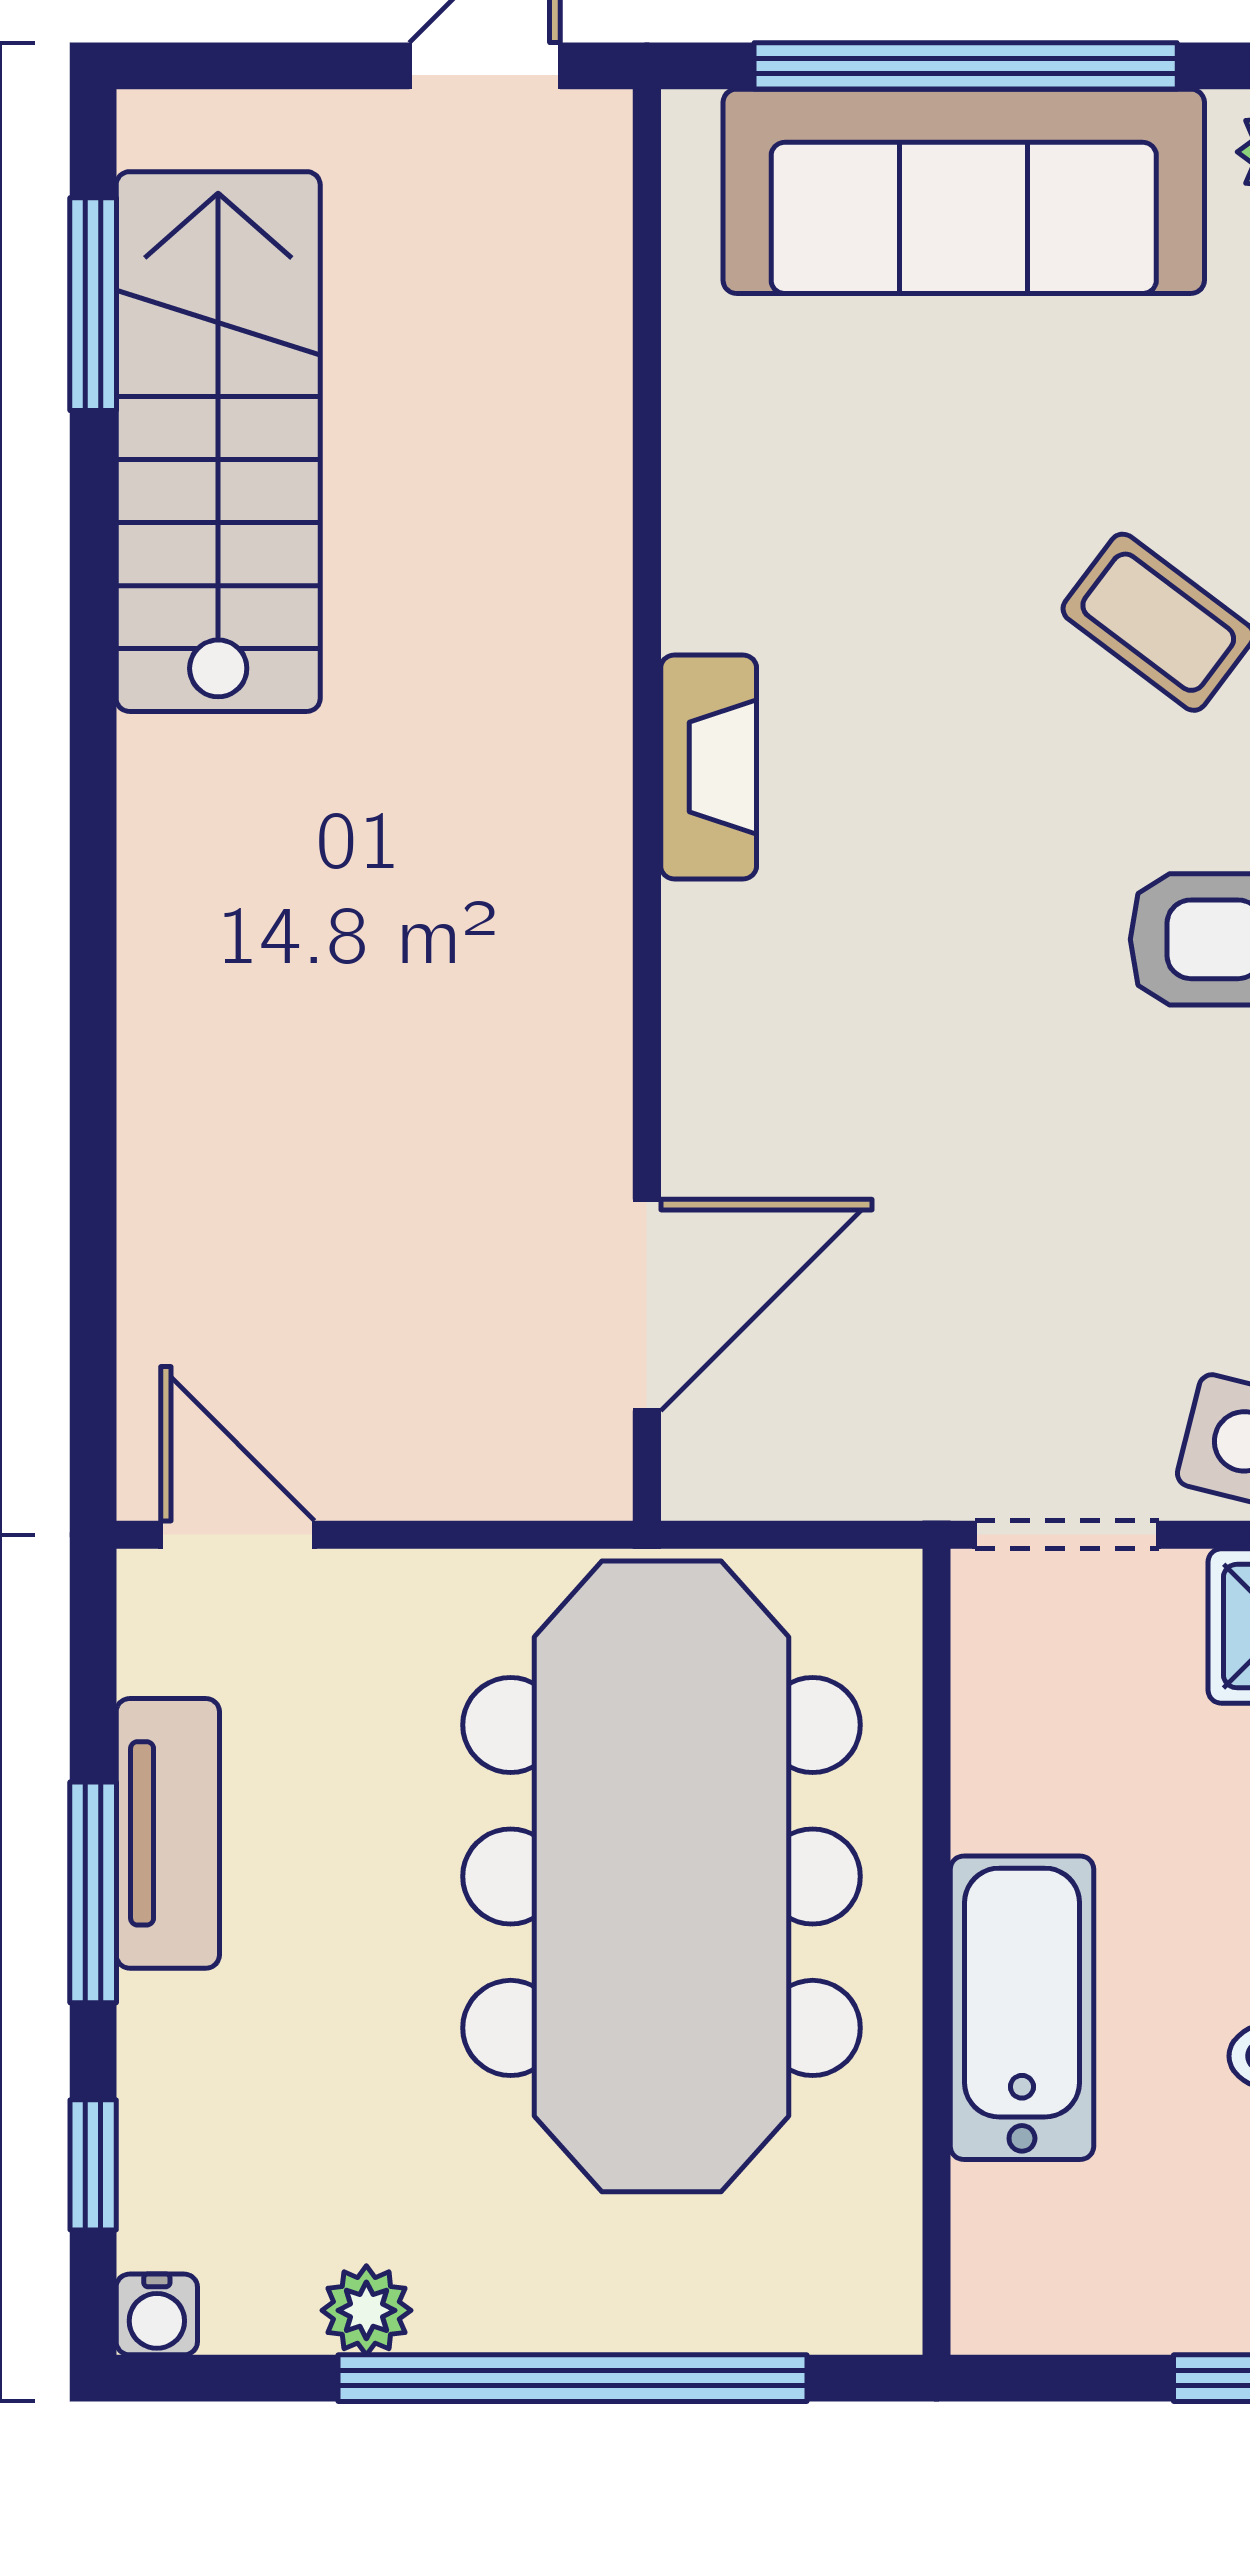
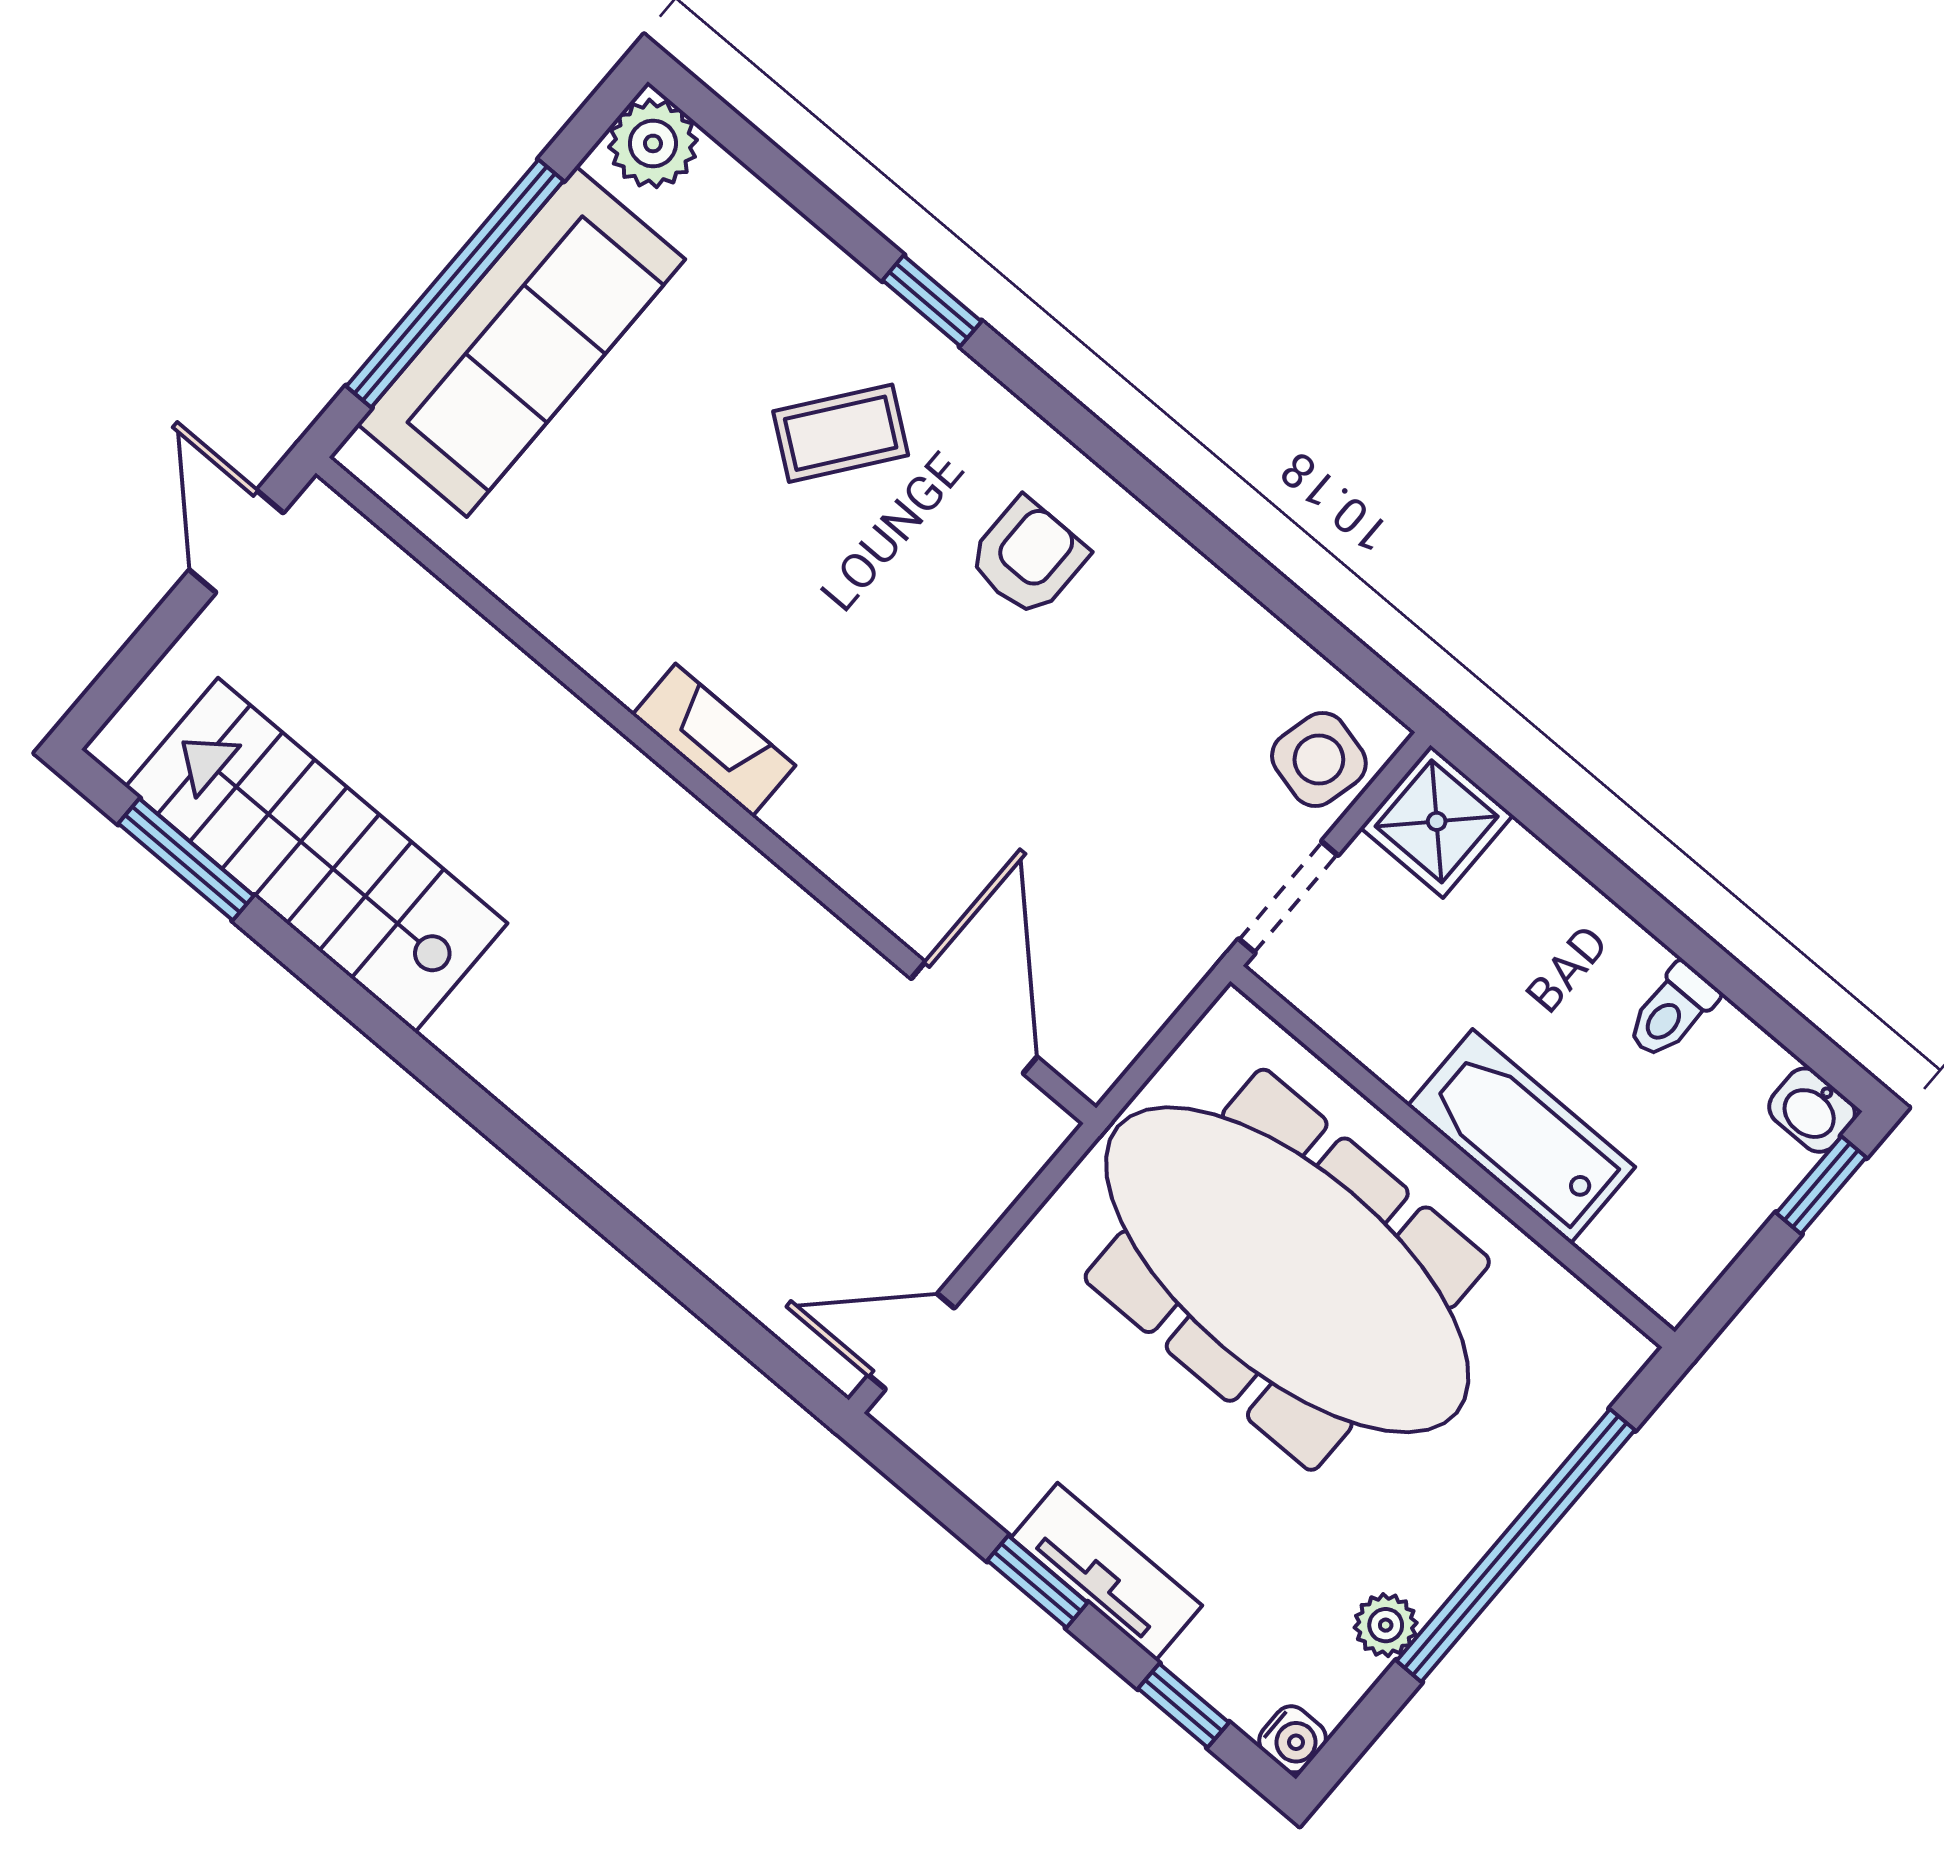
tv unit: (168, 1833) -> (1107, 1572), moved
window: (93, 1892) -> (1037, 1582), width x0.67

